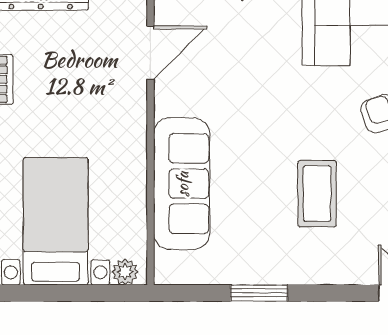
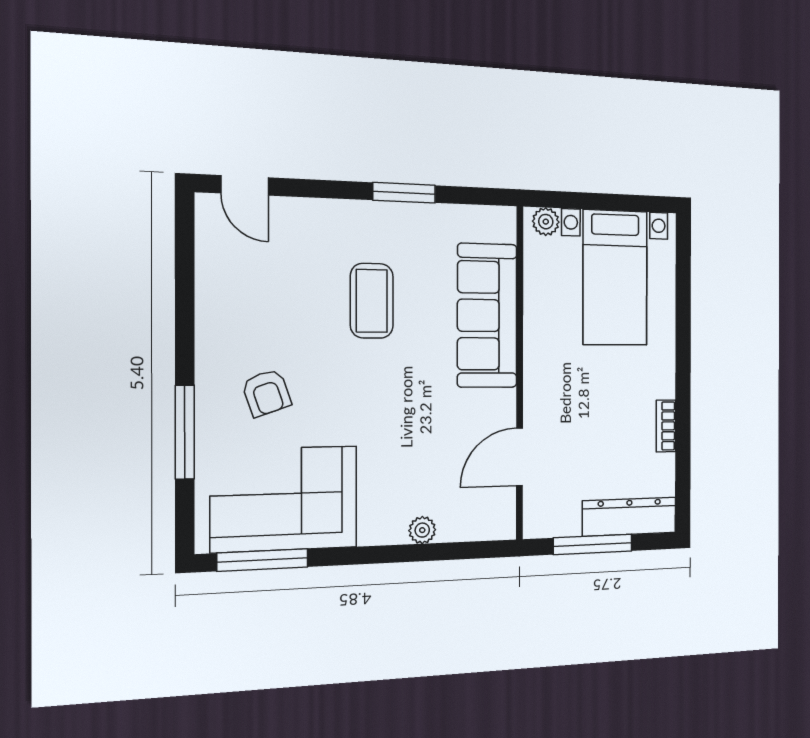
coffee table: (317, 194) -> (372, 301), moved

